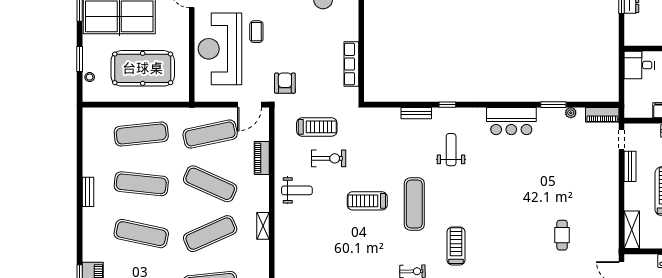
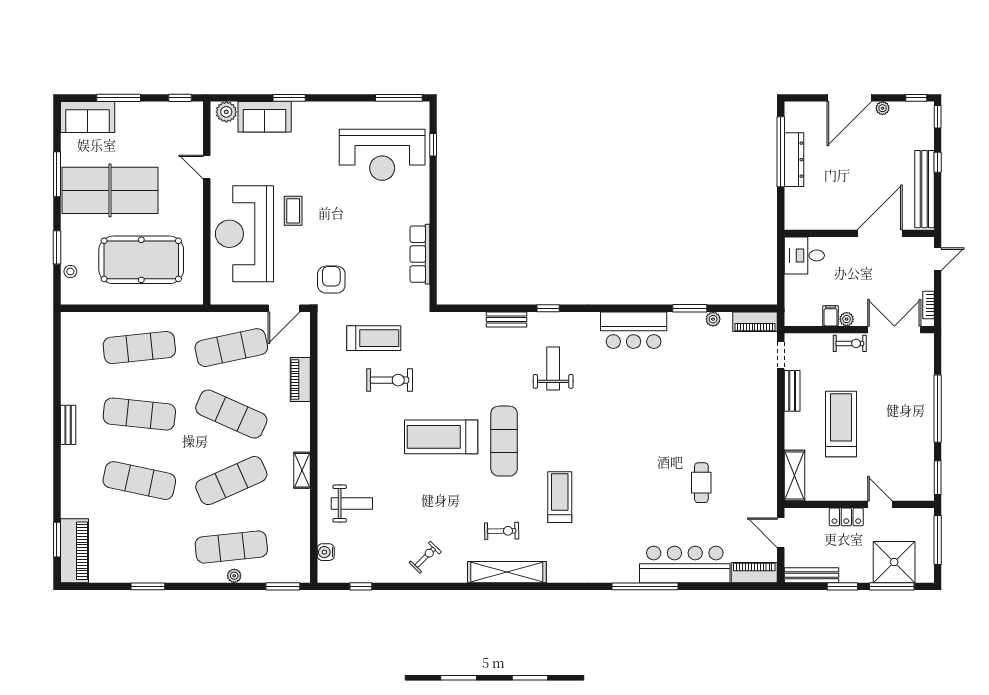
weight bench: (297, 190) -> (352, 504), moved
treadmill: (367, 201) -> (441, 437), width x1.37, depth x1.38

